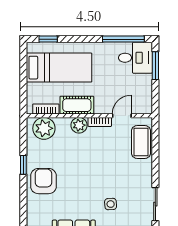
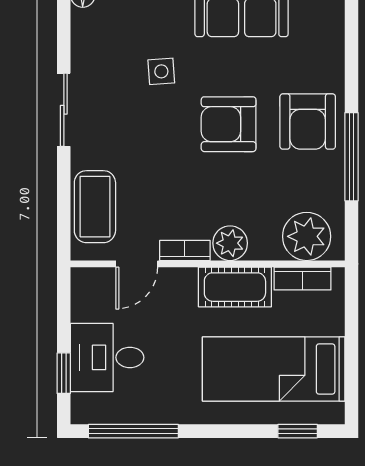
desk: (135, 58) -> (107, 357), moved
window: (155, 66) -> (64, 373), width x0.67
window: (23, 165) -> (352, 157), width x2.17
armchair: (80, 180) -> (229, 124), added
sliding door: (155, 204) -> (64, 110), moved

